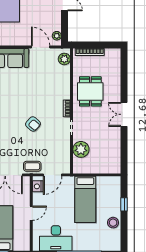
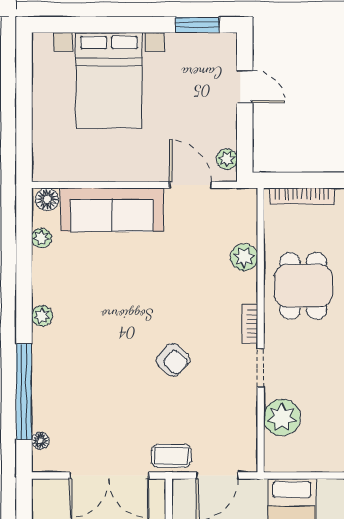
plant: (64, 59) -> (244, 257), moved
nightstand: (38, 186) -> (184, 502), removed

